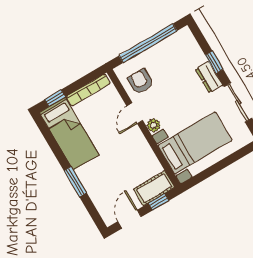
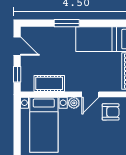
door: (135, 113) -> (90, 94), swing flipped
cot: (154, 188) -> (49, 83), moved, turned 90

